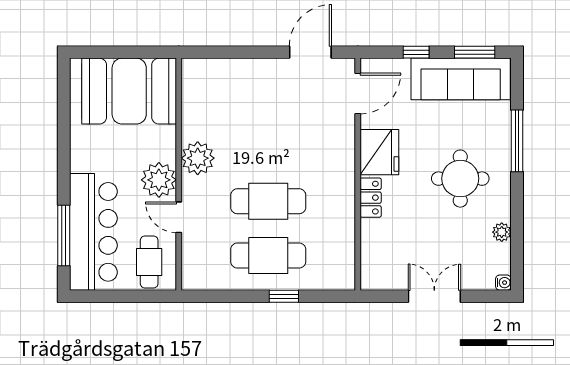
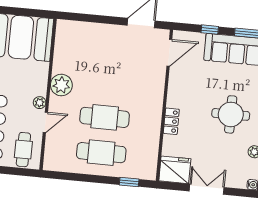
fridge: (379, 152) -> (175, 170), moved, turned -90
plant: (159, 180) -> (40, 103), width x0.53, depth x0.53
door: (179, 217) -> (45, 122), swing flipped
window: (284, 296) -> (129, 182), moved

